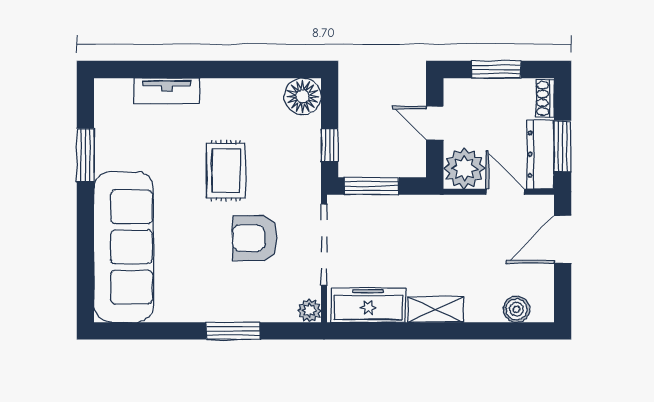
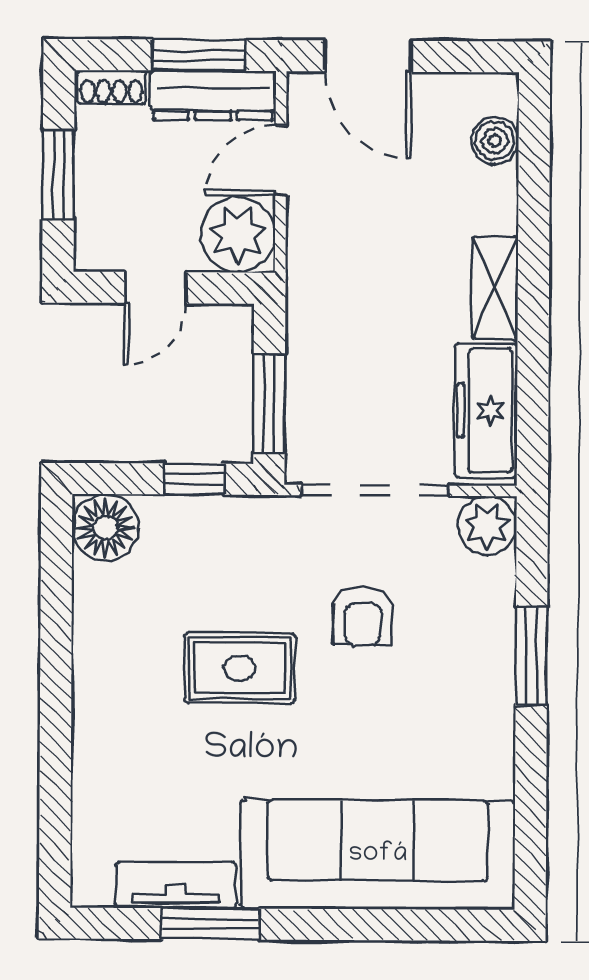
tv unit: (167, 91) -> (176, 885), moved, turned -90
armchair: (255, 238) -> (363, 616), width x0.72, depth x0.72
plant: (309, 311) -> (487, 526), width x1.38, depth x1.38

